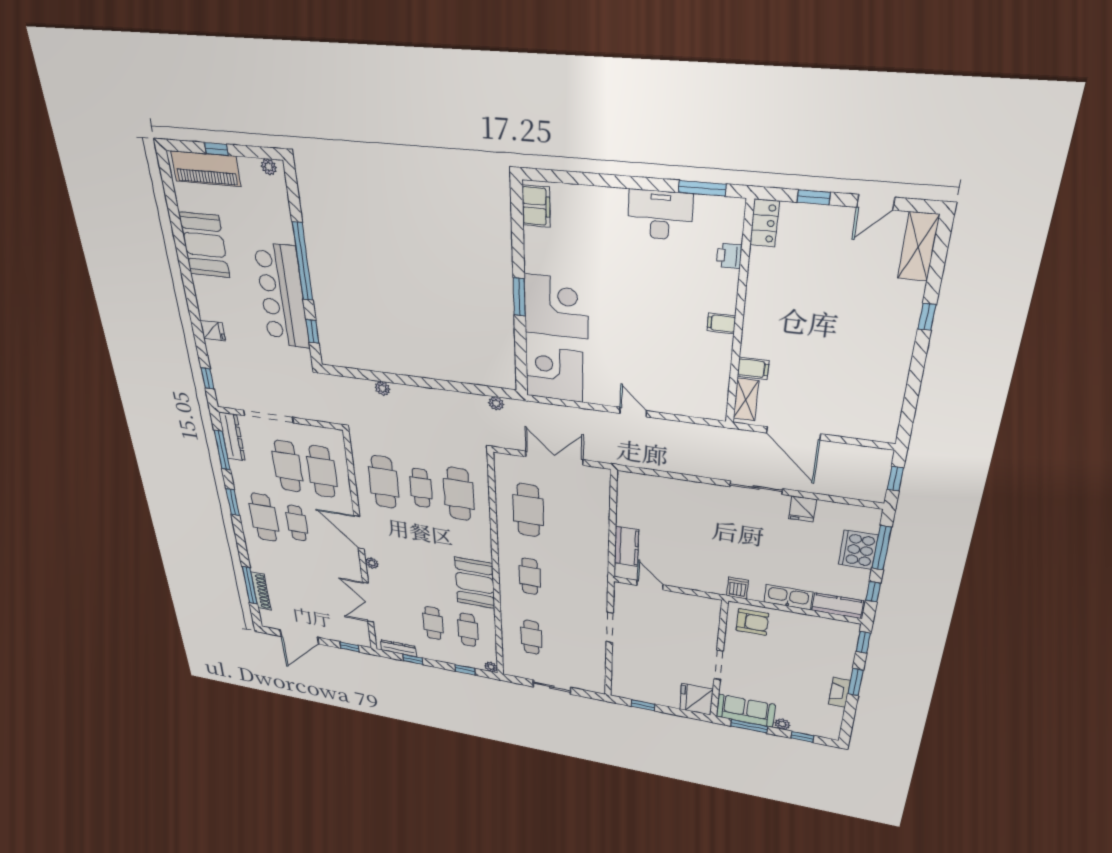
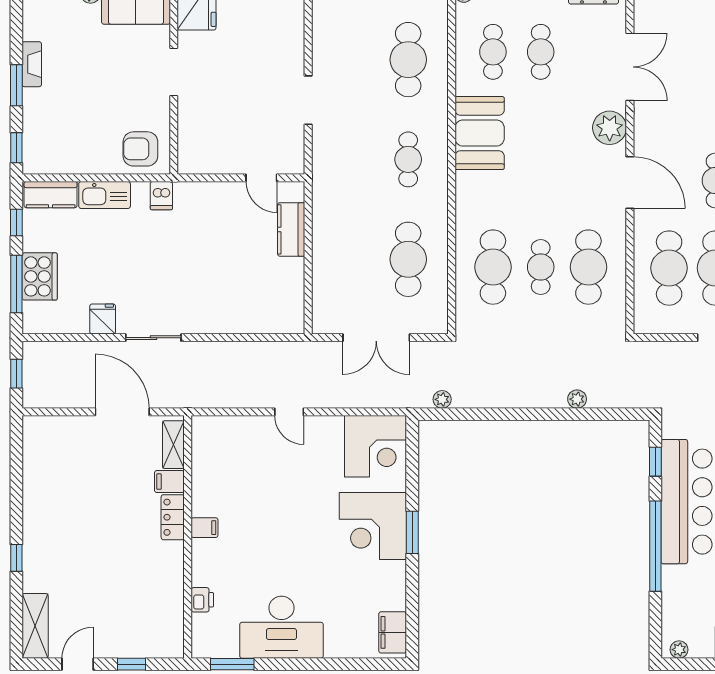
desk: (660, 215) -> (281, 627), width x1.36, depth x1.30
locker: (764, 223) -> (173, 517), moved
plant: (372, 563) -> (610, 128), width x1.87, depth x1.87
cafe table: (531, 637) -> (408, 60), width x1.37, depth x1.35

